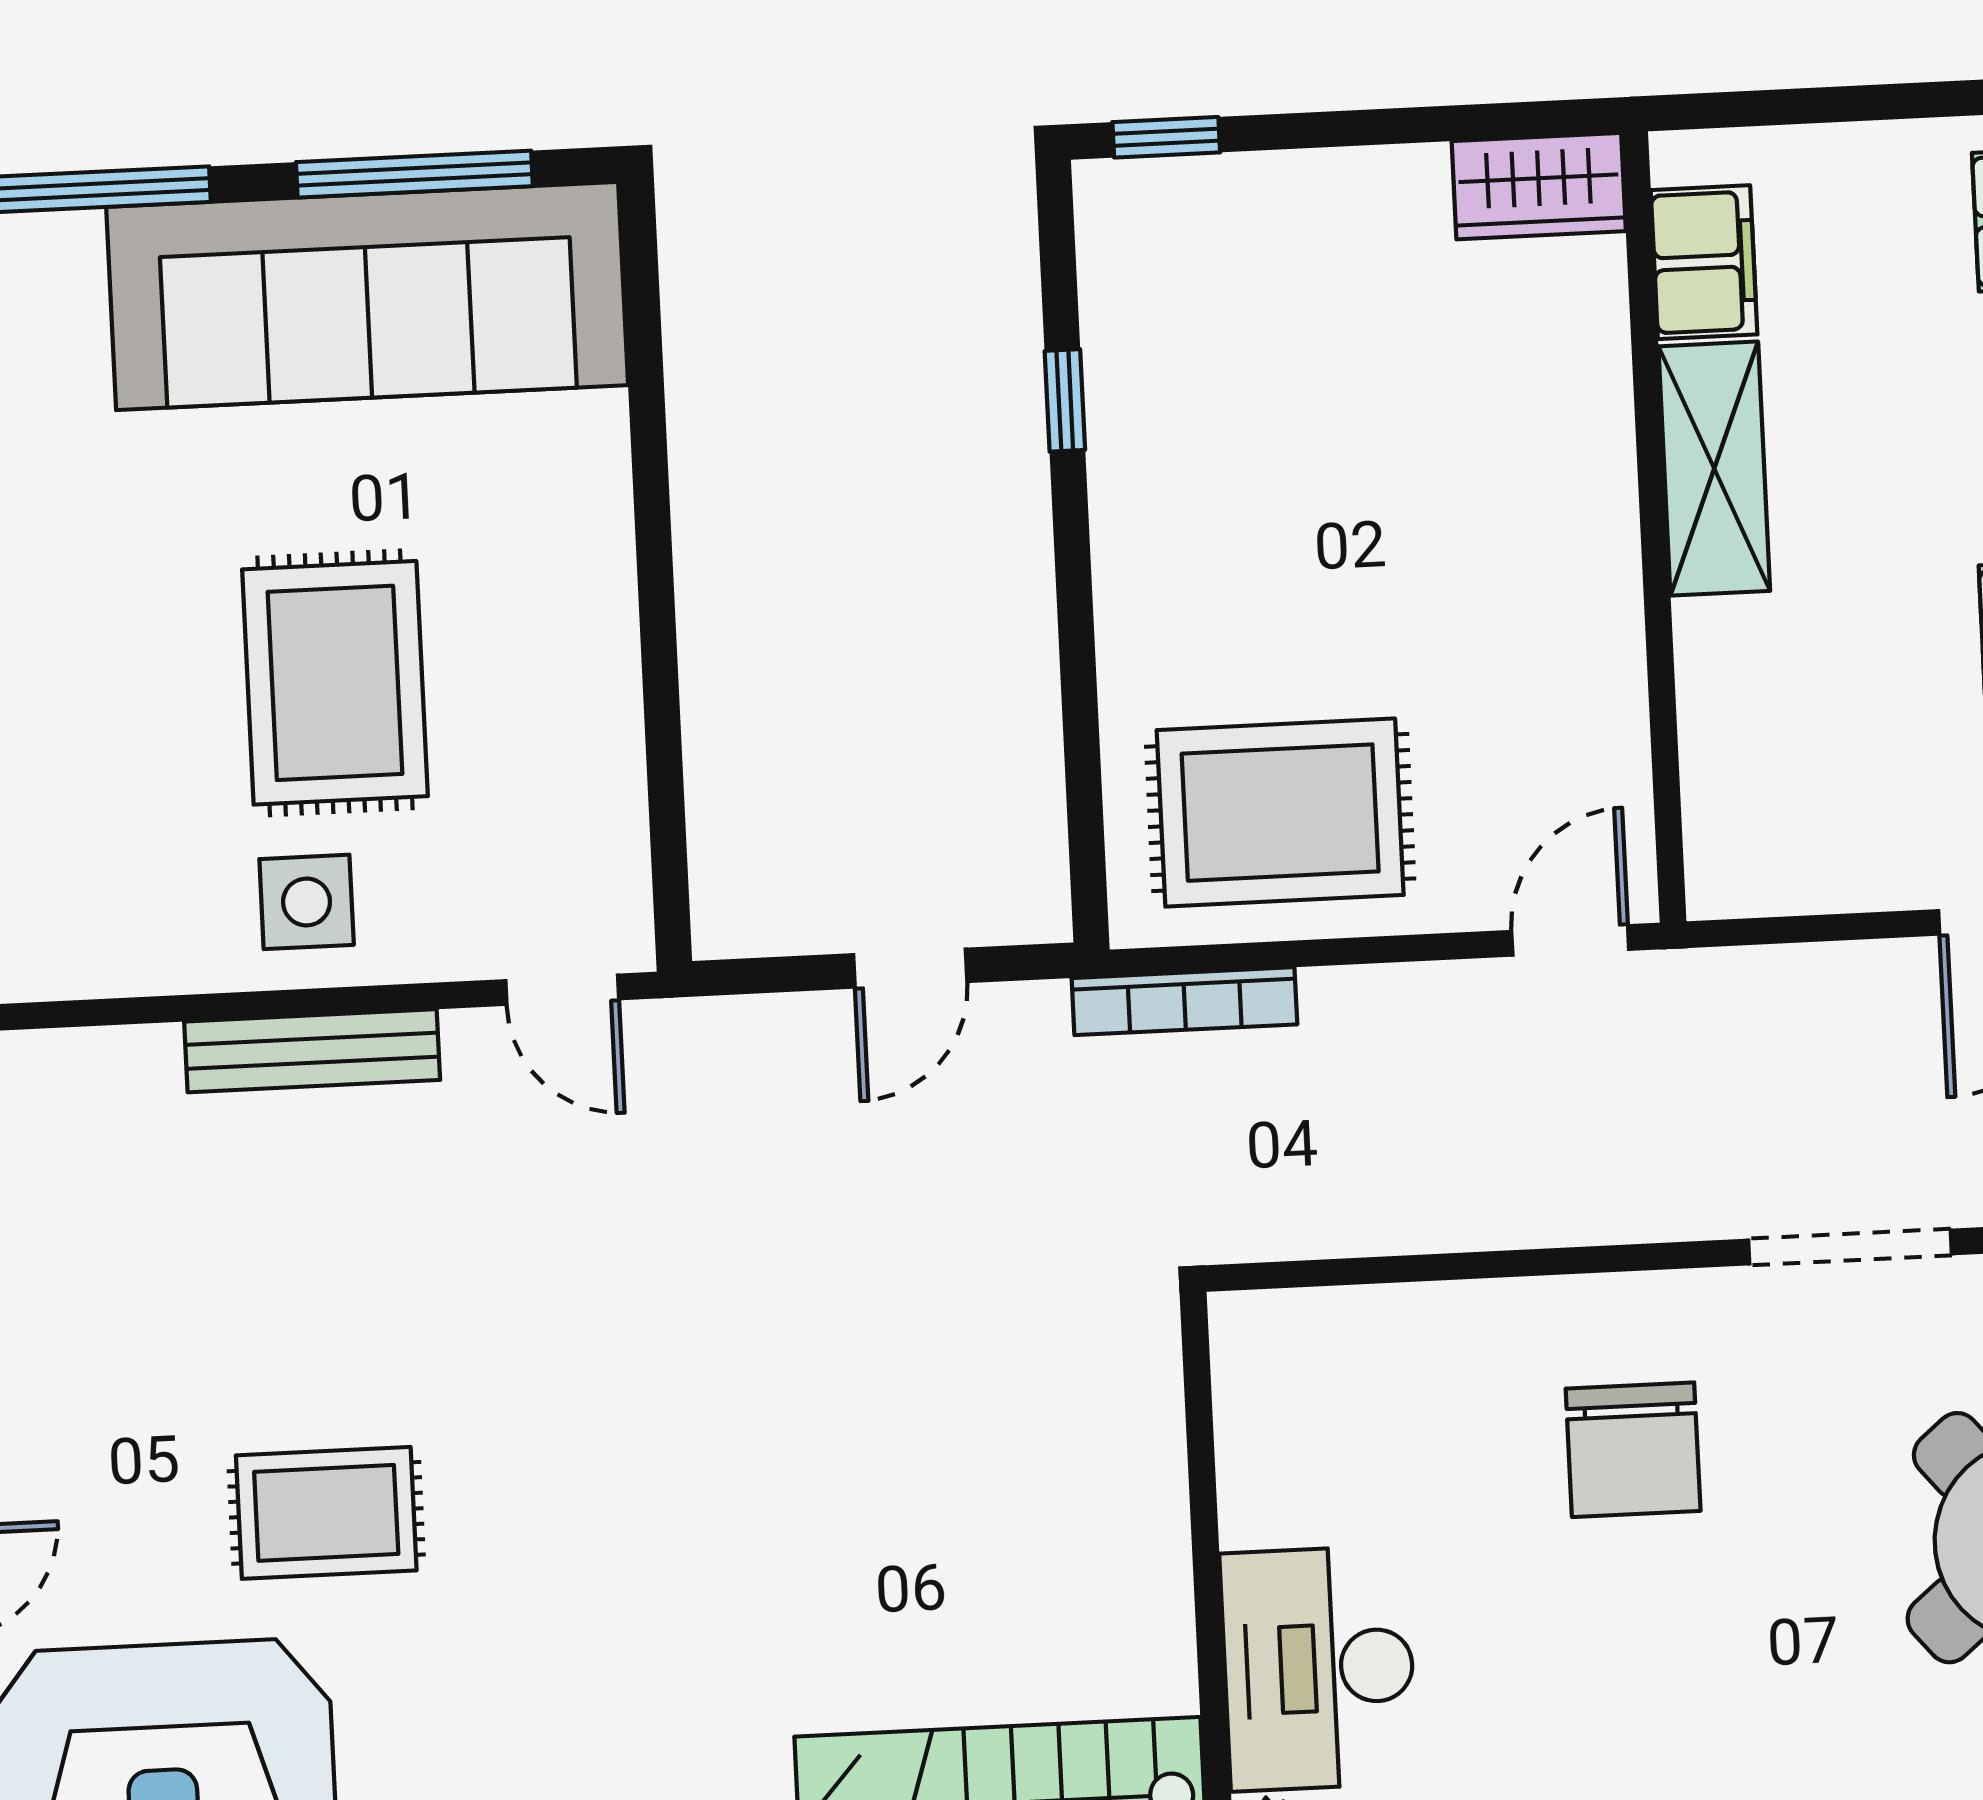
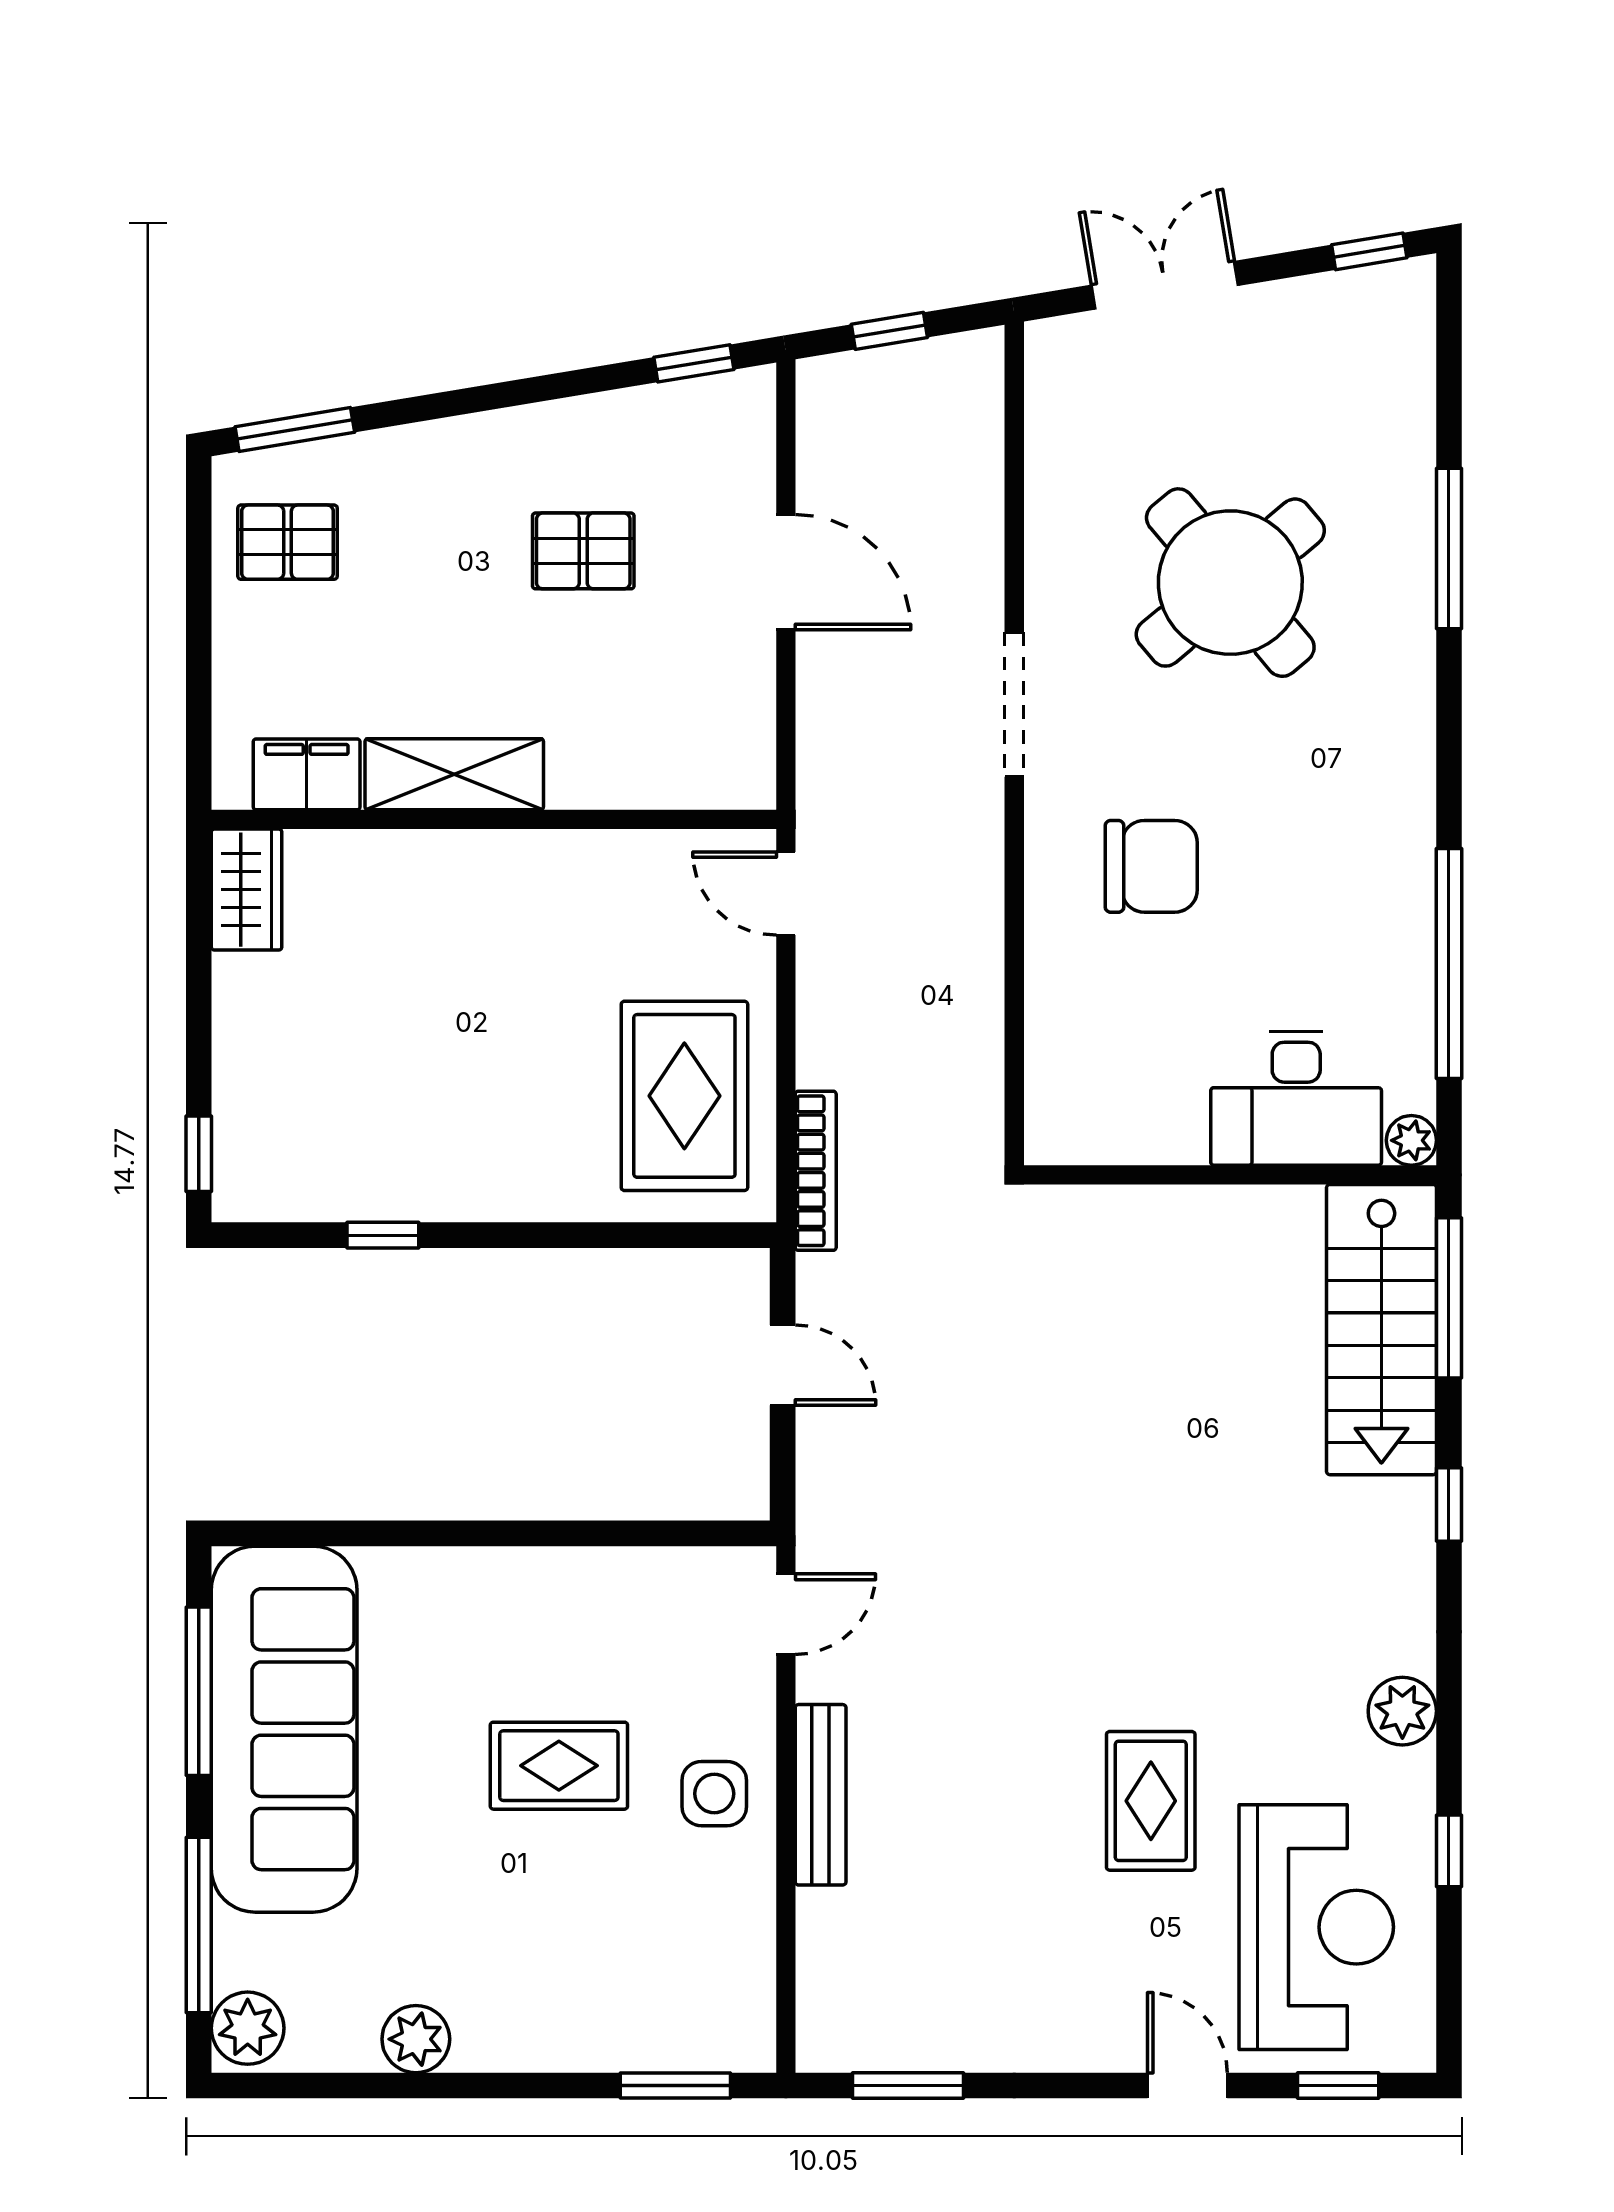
rug: (335, 683) -> (559, 1766), width x0.73, depth x0.70

